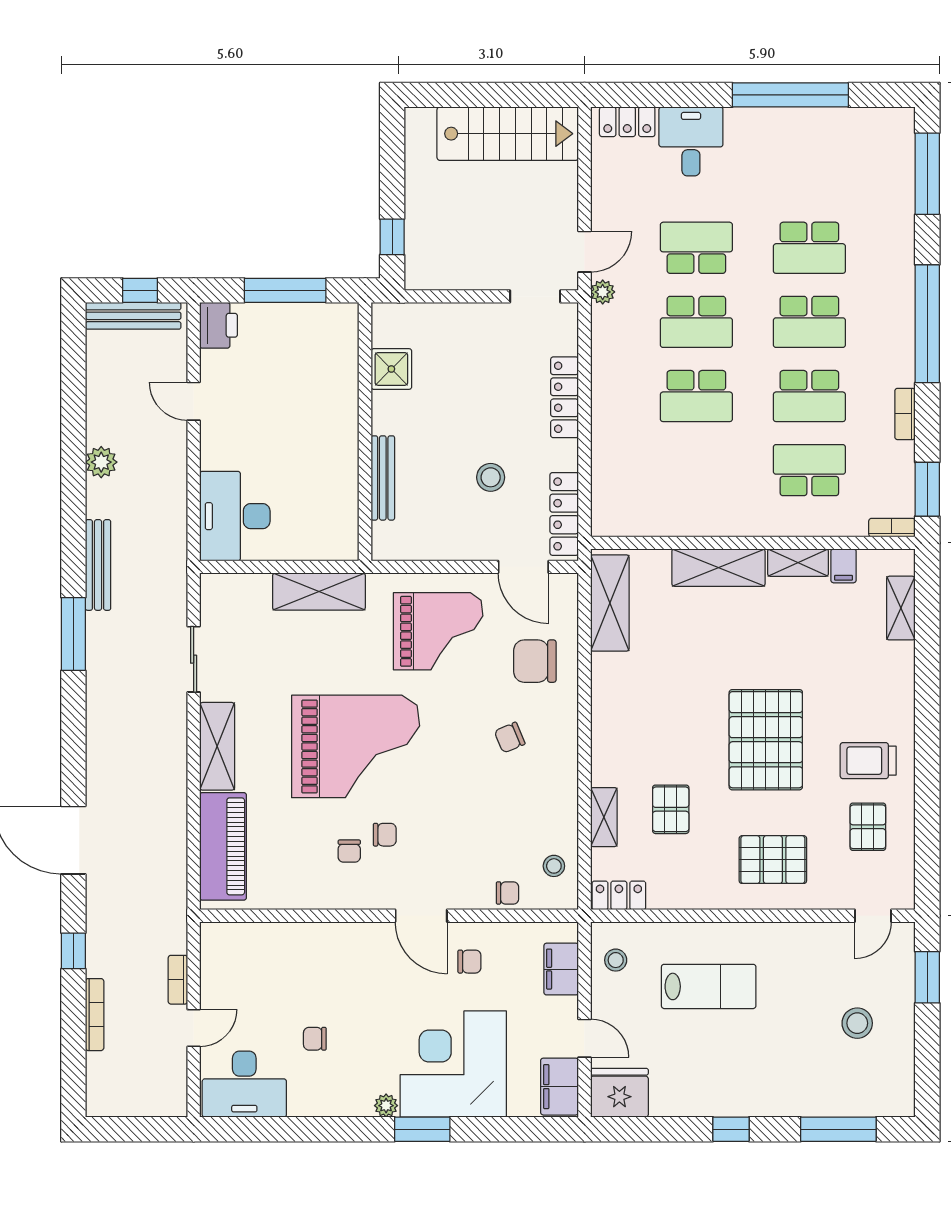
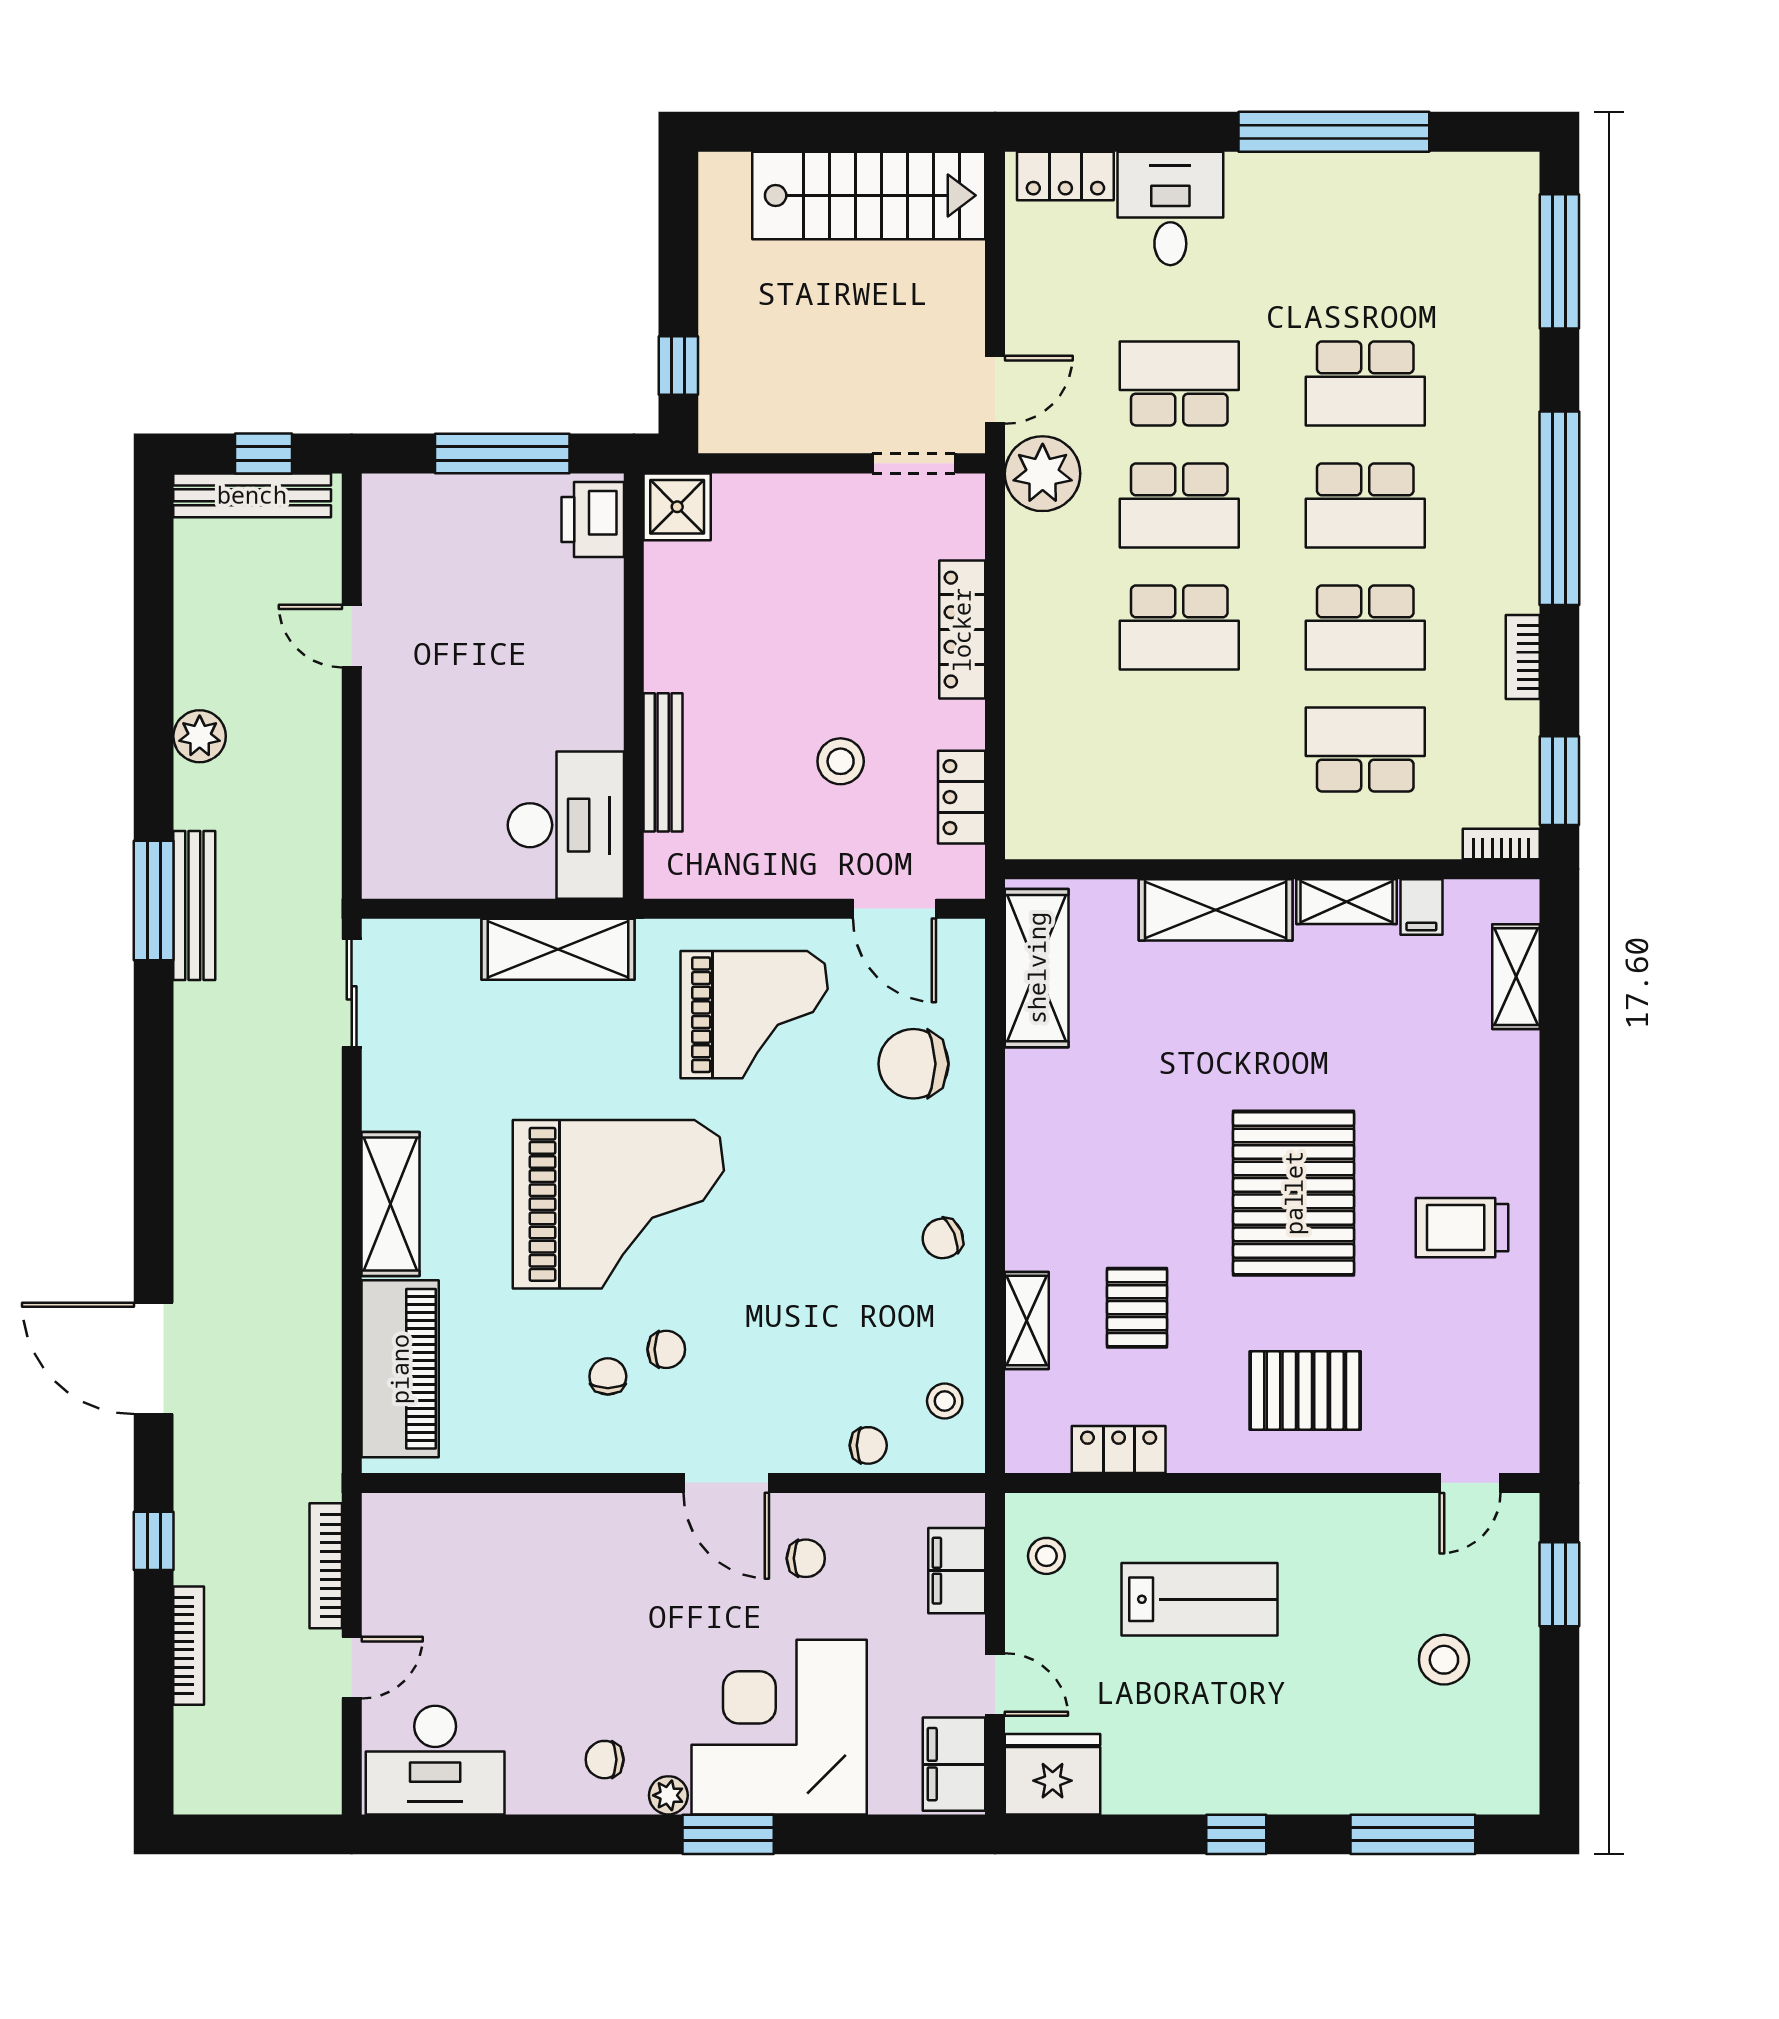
plant: (603, 292) -> (1043, 474), width x1.88, depth x1.88
printer: (219, 325) -> (593, 520), moved, turned 180
shower: (391, 369) -> (677, 507), moved
locker: (564, 514) -> (962, 797), width x0.66
desk: (235, 516) -> (566, 825), moved, turned 180
window: (73, 634) -> (154, 901), moved
sliding door: (194, 659) -> (352, 993), moved
chair: (510, 738) -> (943, 1238), moved
pallet: (868, 827) -> (1462, 1336), removed
chair: (349, 851) -> (608, 1376), turned 180
locker: (619, 895) -> (1119, 1449), moved
bookcase: (178, 980) -> (326, 1566), width x1.56
chair: (315, 1039) -> (605, 1760), moved

